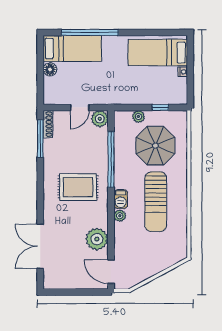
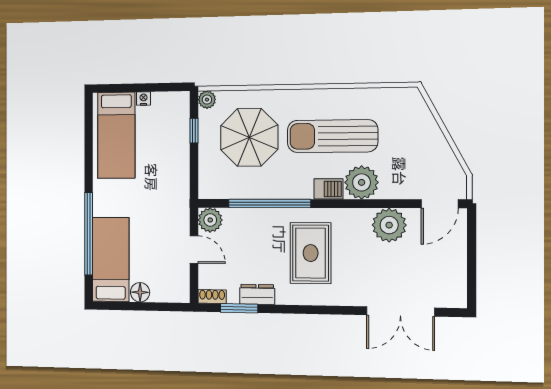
plant: (138, 116) -> (207, 100), moved
shoe rack: (48, 124) -> (212, 297), width x0.70
window: (40, 139) -> (239, 308), width x0.69
dresser: (50, 151) -> (257, 294), added
sun lounger: (156, 202) -> (332, 136), turned 180
plant: (120, 216) -> (362, 182), width x1.88, depth x1.88

